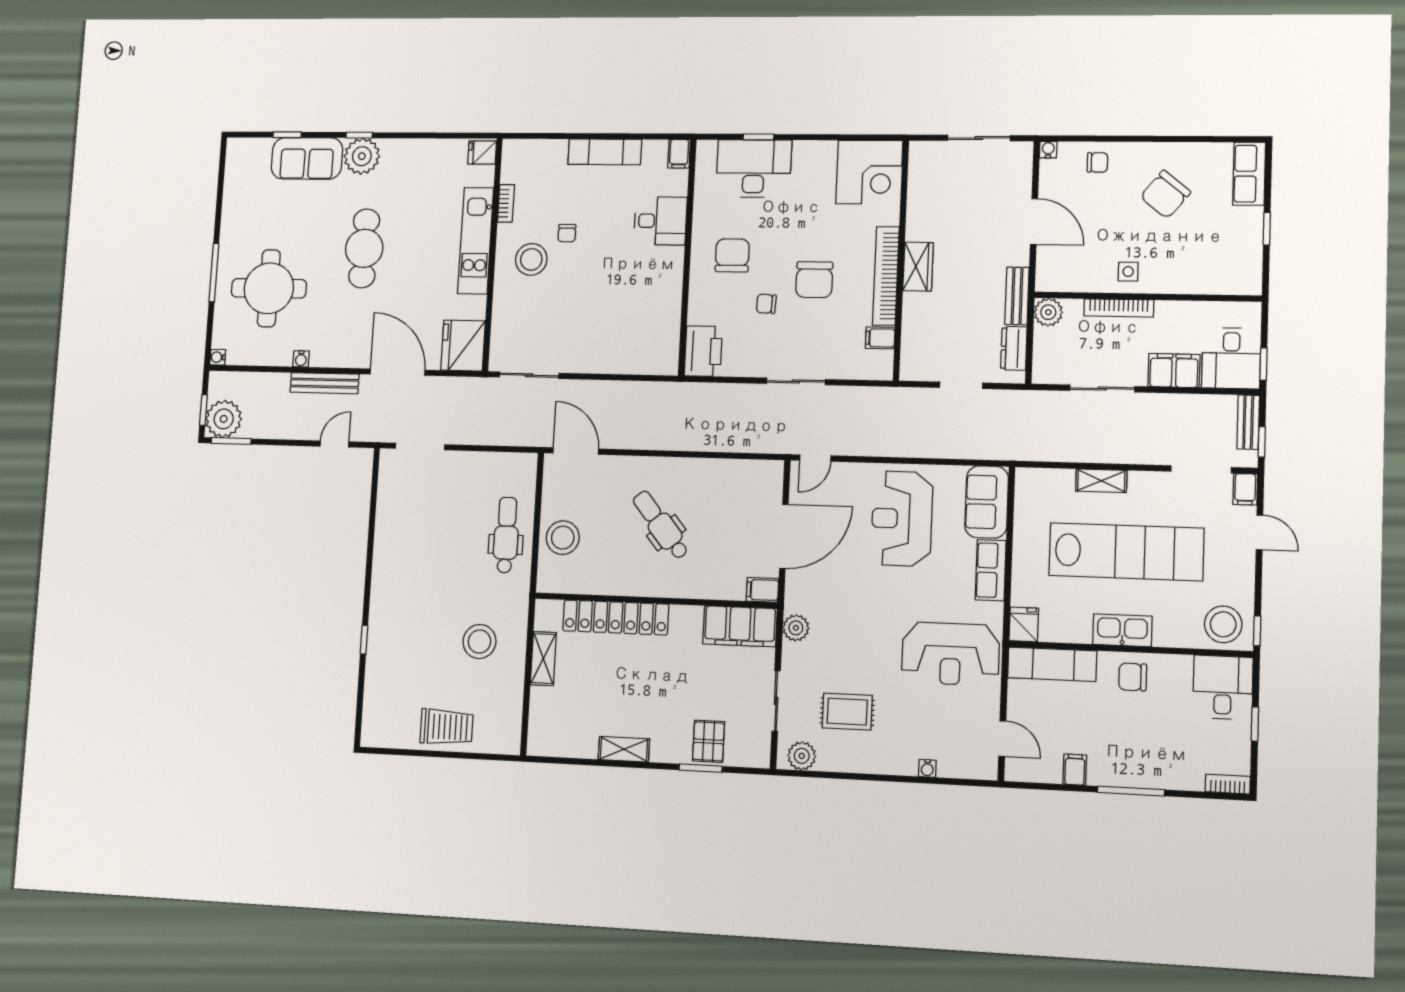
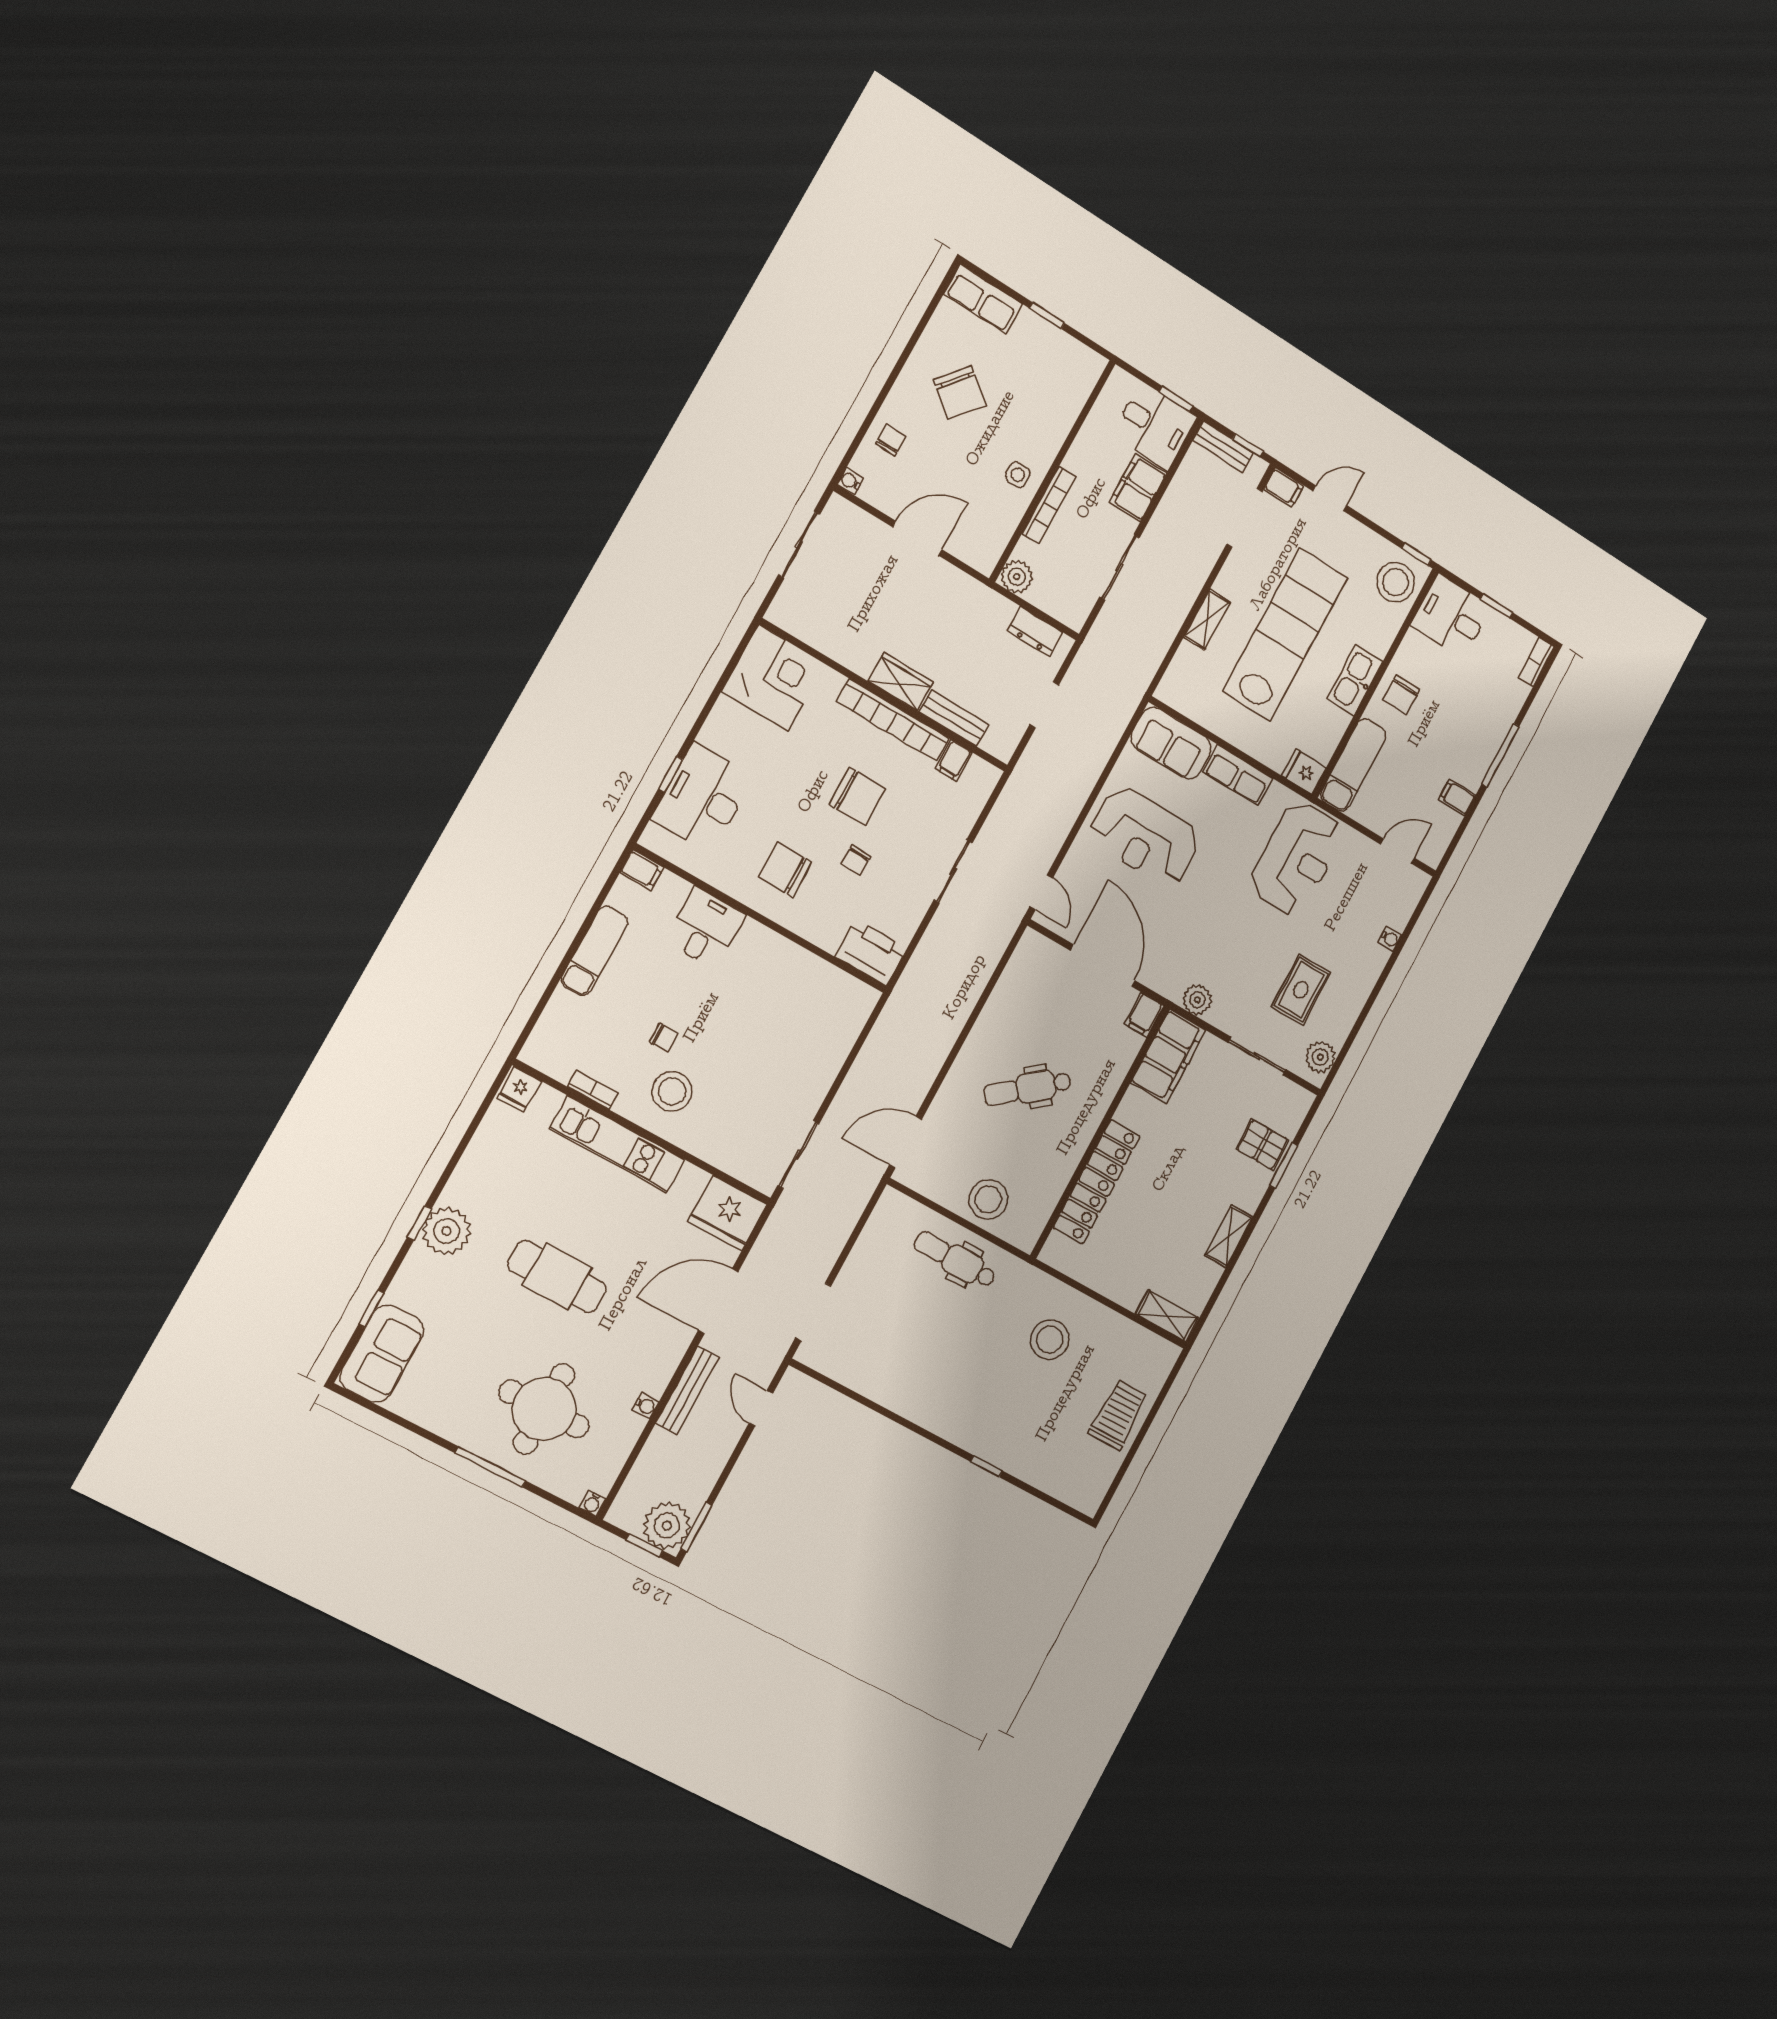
sofa: (307, 158) -> (382, 1354), moved
bench: (1017, 296) -> (954, 718), moved
shelving: (543, 659) -> (1167, 1316), moved

